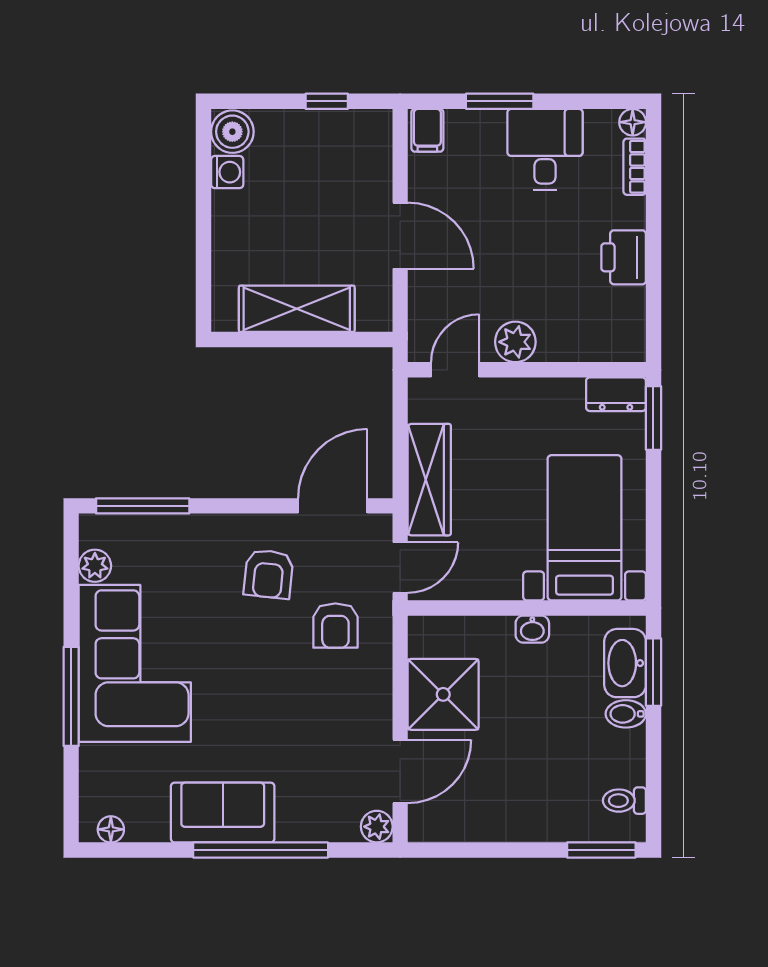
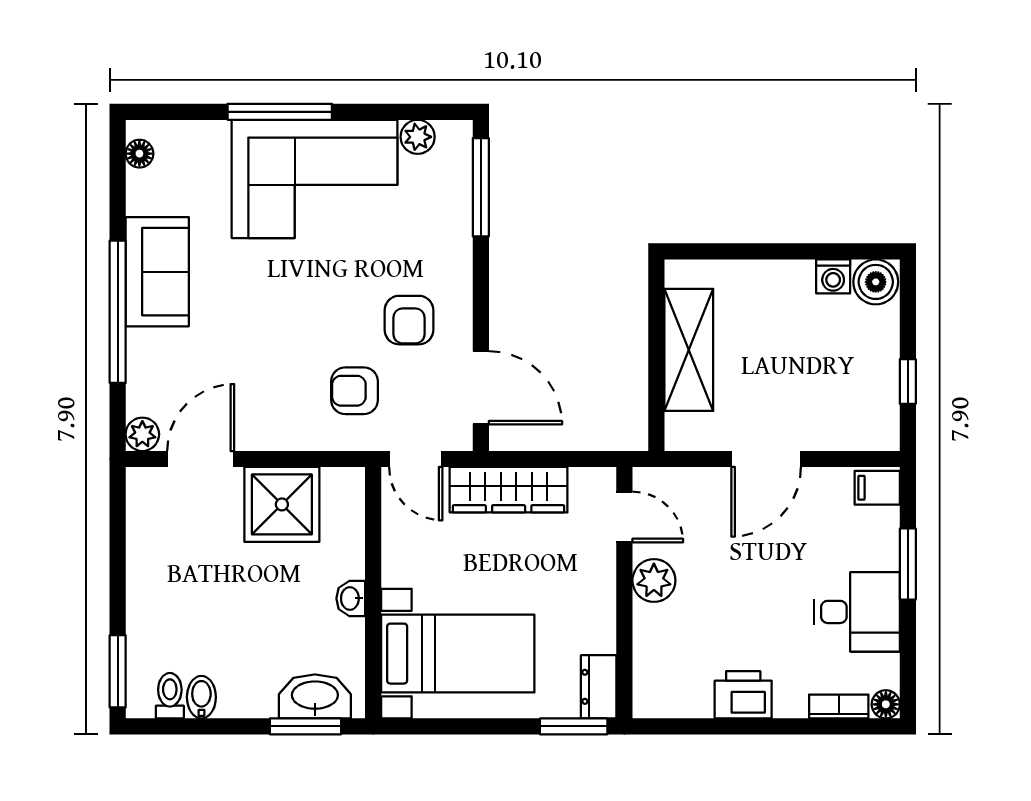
armchair: (269, 574) -> (409, 320), turned -96
bidet: (626, 714) -> (201, 697), moved
door: (400, 771) -> (201, 459), swing flipped

